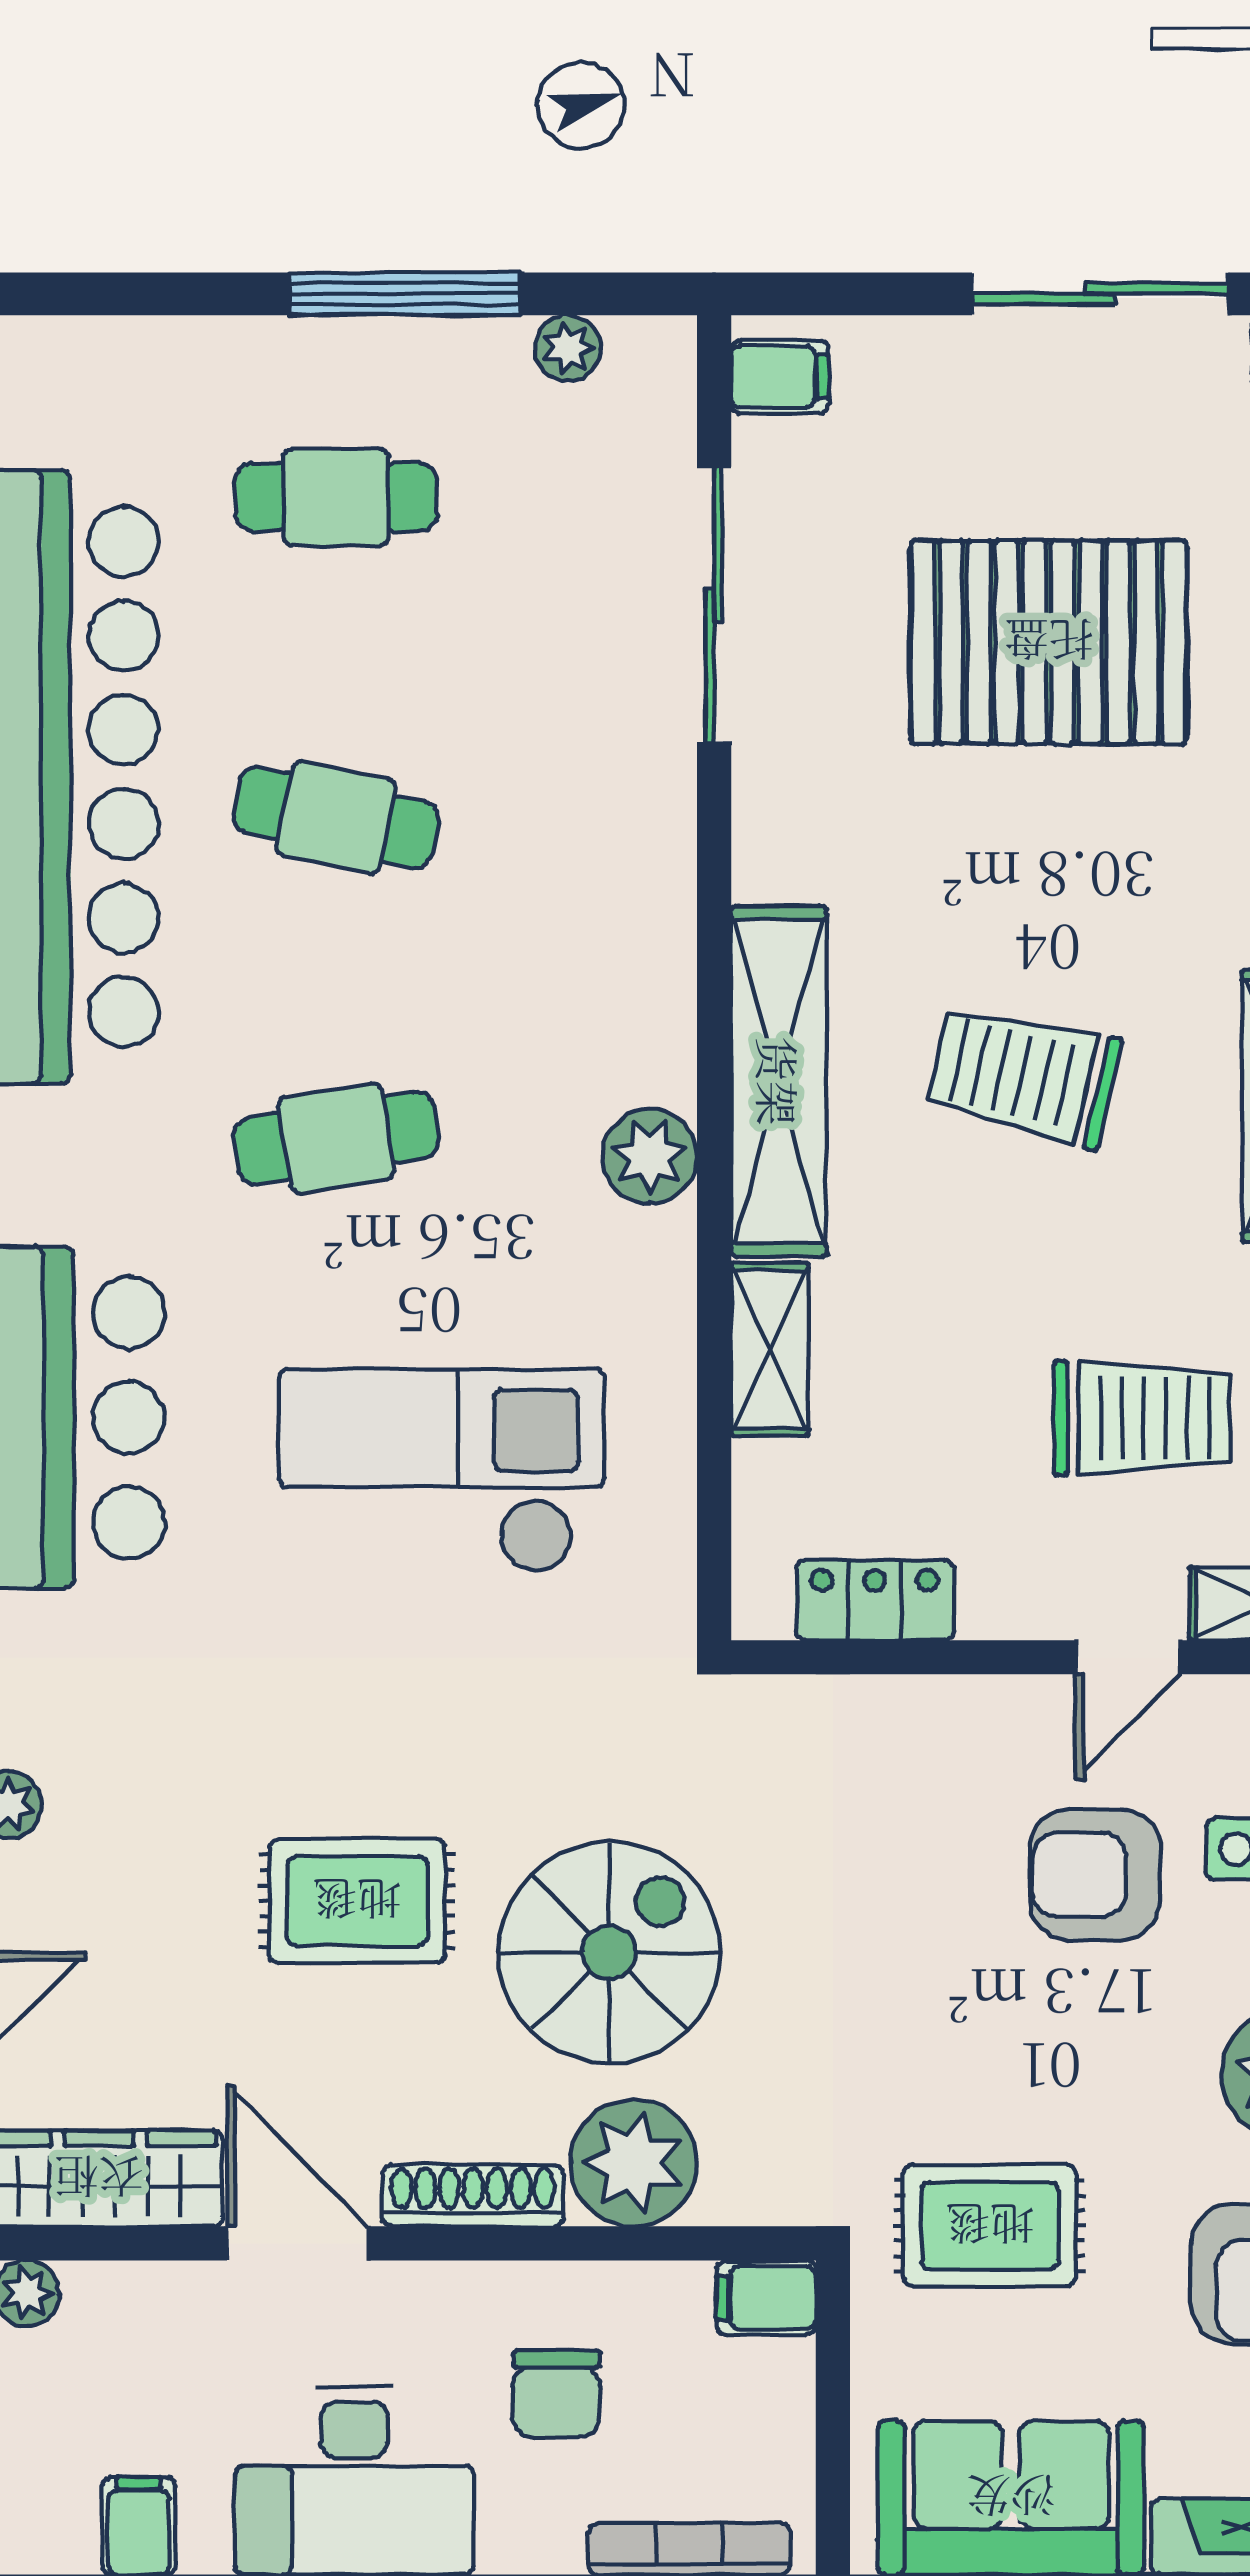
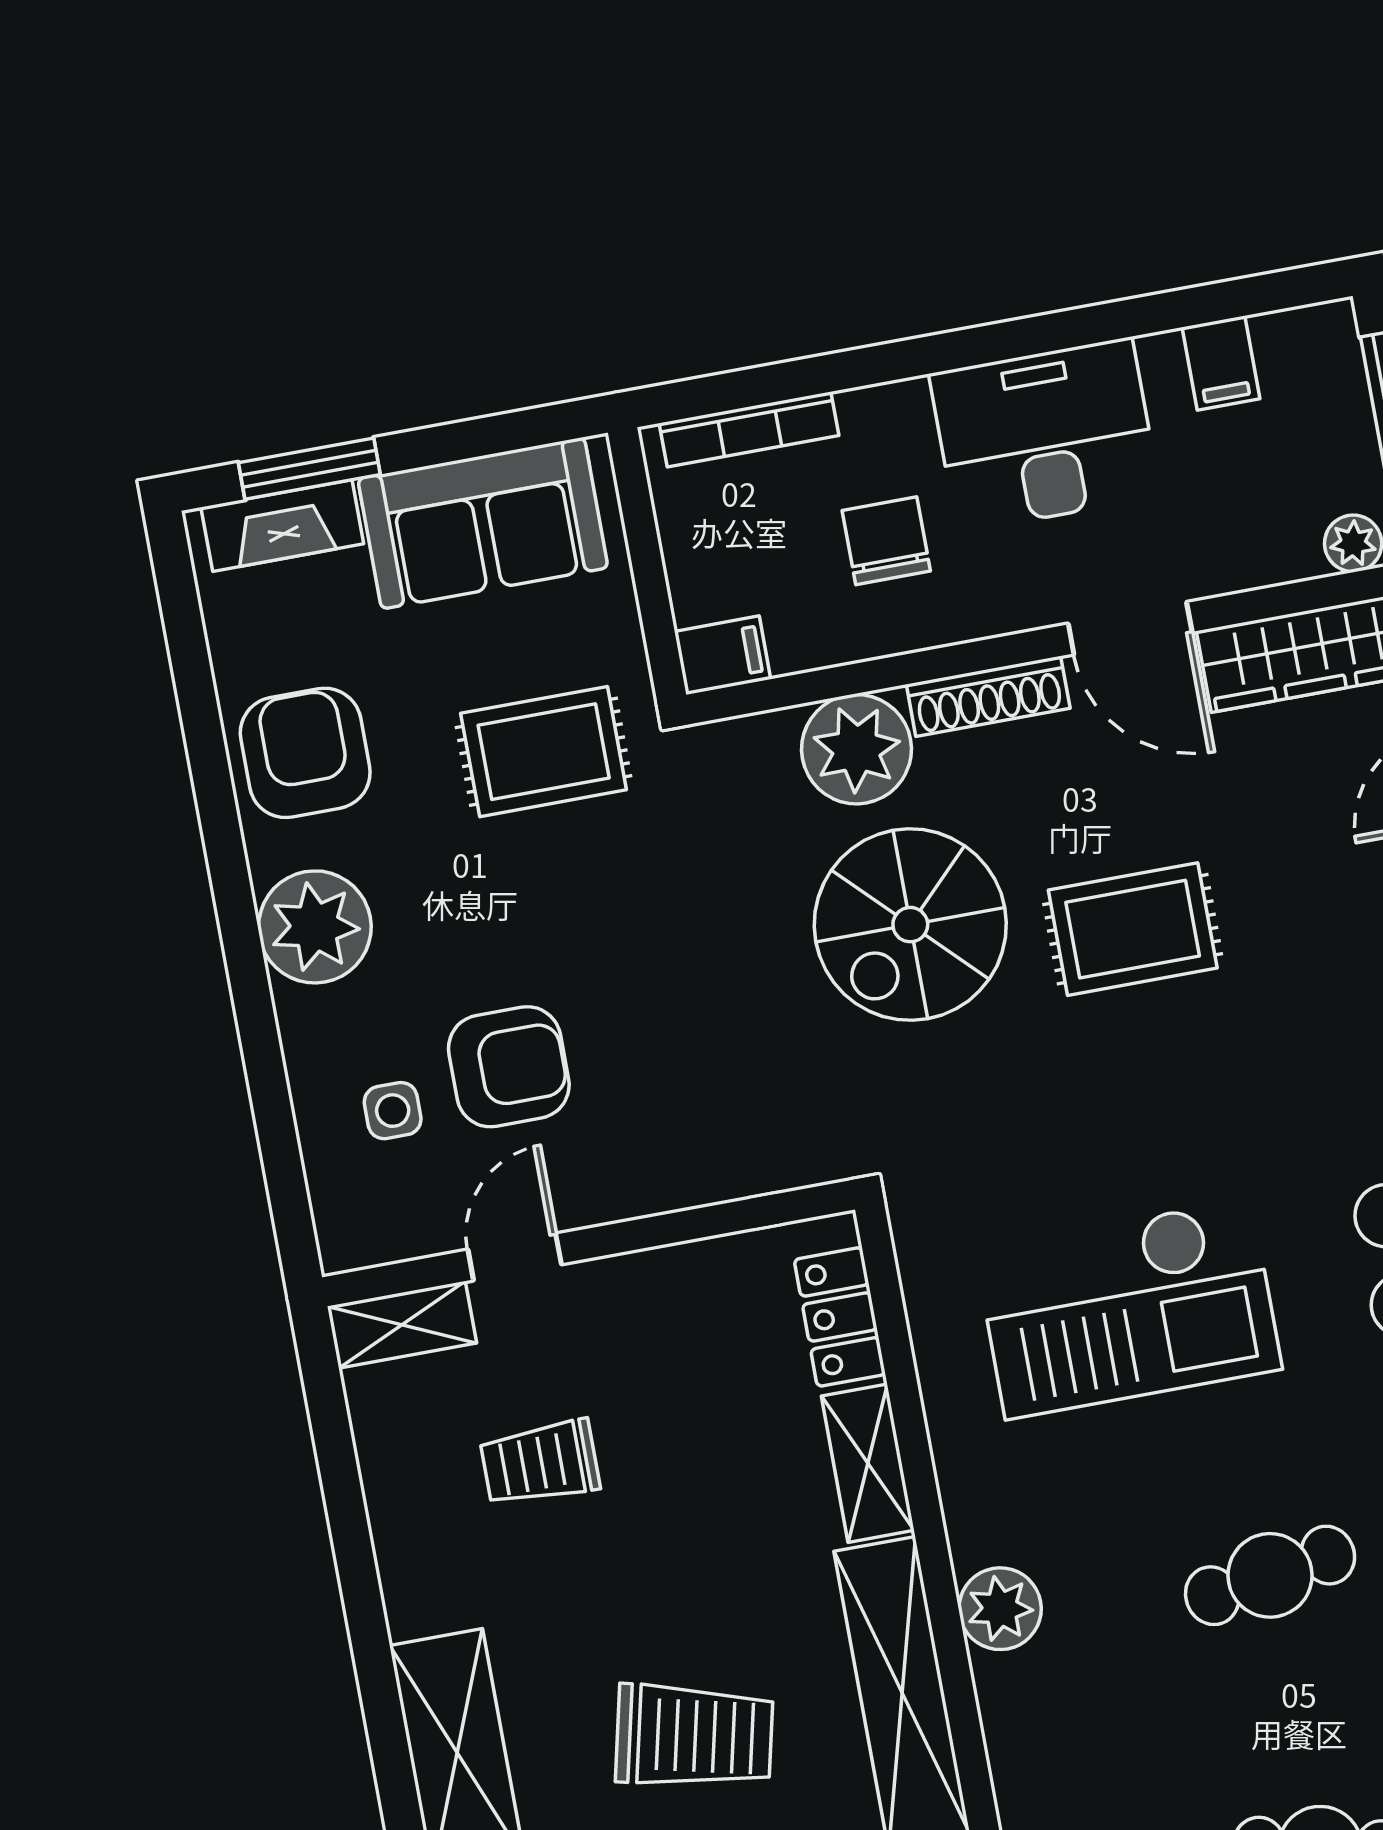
trolley: (1142, 1418) -> (540, 1463), width x0.73, depth x0.72
locker: (875, 1600) -> (840, 1317), moved, turned 90

